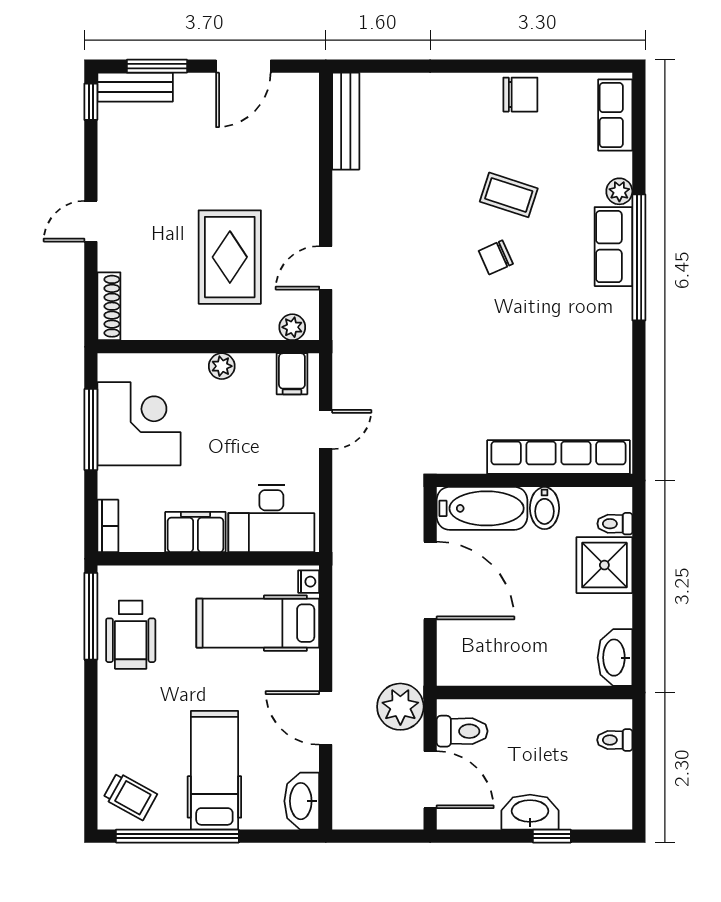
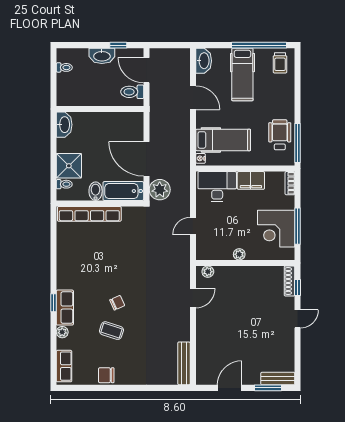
window: (91, 102) -> (297, 287), moved
rug: (230, 257) -> (236, 303), removed
window: (639, 257) -> (54, 303), width x0.32
filing cabinet: (292, 374) -> (208, 251), removed
plant: (400, 707) -> (160, 190), moved
toilet: (615, 740) -> (64, 67), moved
trolley: (130, 796) -> (280, 63), turned -119
window: (552, 836) -> (118, 45), moved

